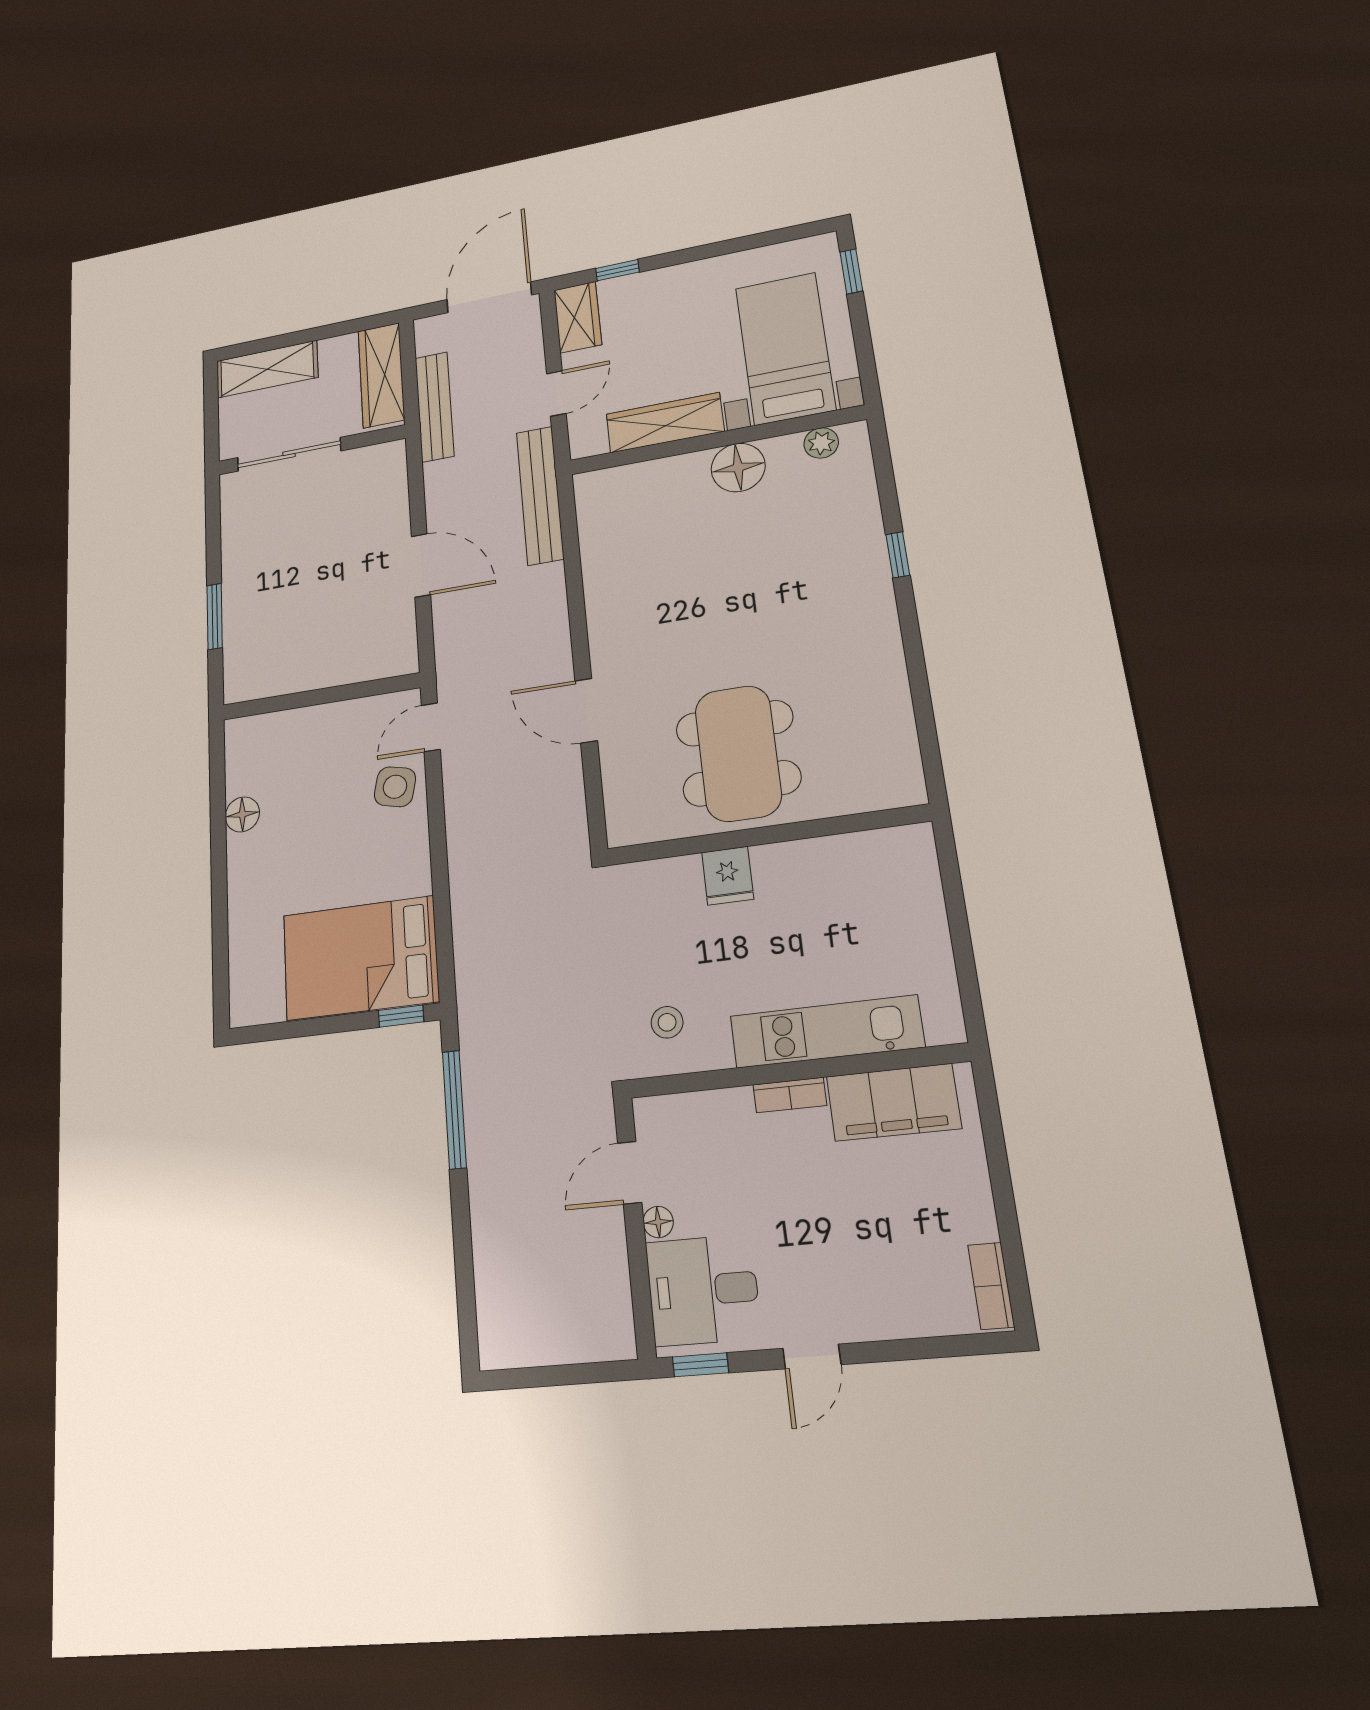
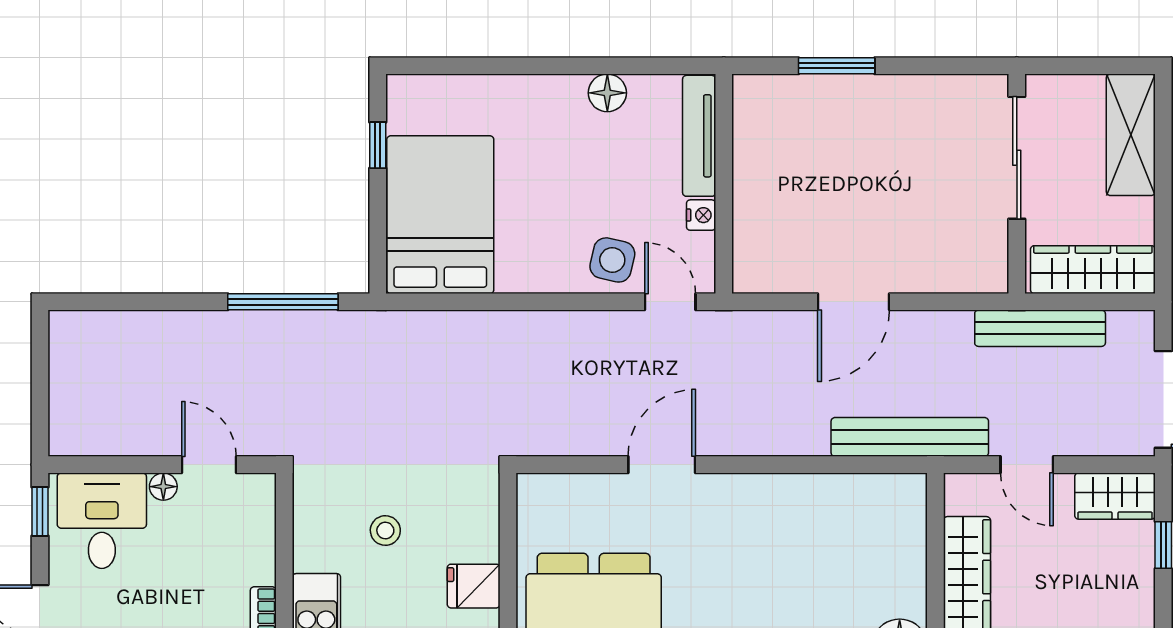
nightstand: (350, 712) -> (701, 215), added
tv unit: (279, 725) -> (699, 136), added
window: (401, 1016) -> (378, 145), moved
stool: (667, 1022) -> (385, 531), moved

